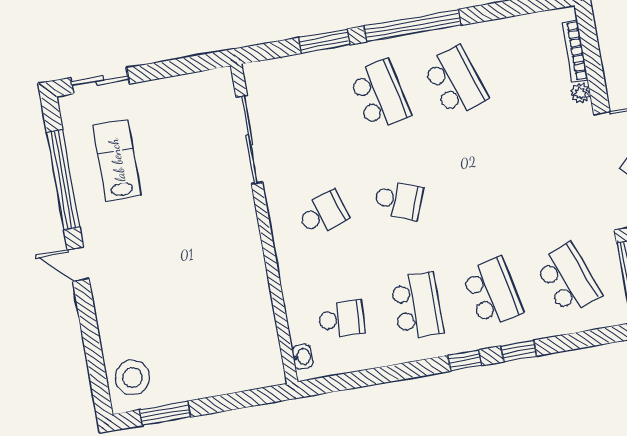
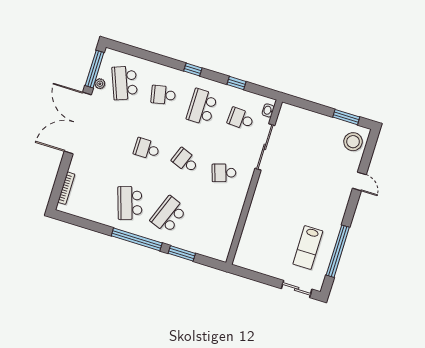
plant: (580, 93) -> (100, 84), moved
school desk: (380, 95) -> (169, 215), turned 33
sliding door: (249, 140) -> (265, 147), moved
school desk: (474, 187) -> (147, 149), added
door: (78, 264) -> (359, 181), moved
school desk: (492, 292) -> (163, 95), width x0.54
window: (519, 351) -> (237, 83), moved

